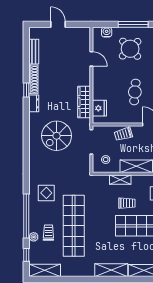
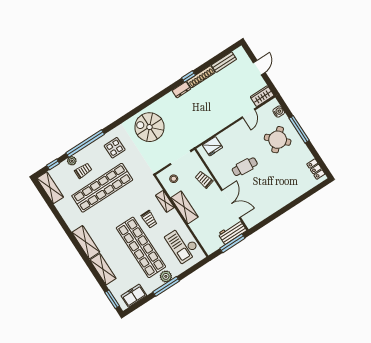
wardrobe: (84, 102) -> (262, 96), moved, width x0.67
spiral stairs: (57, 136) -> (149, 127), moved

